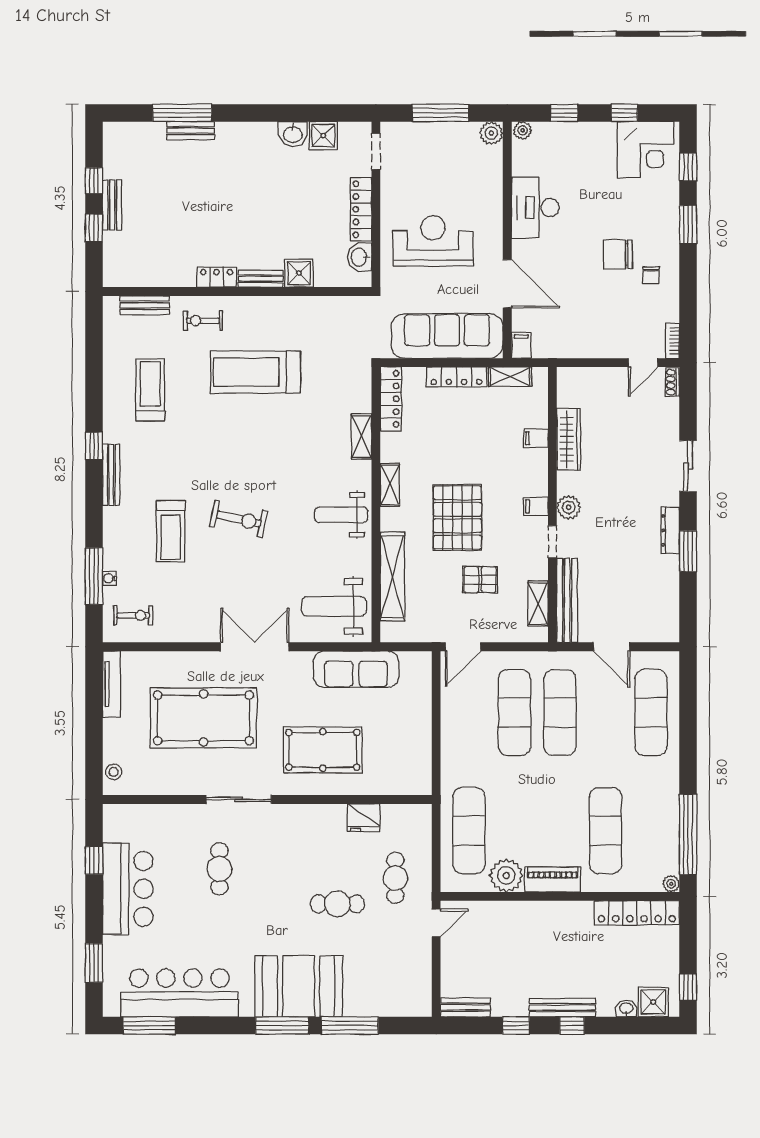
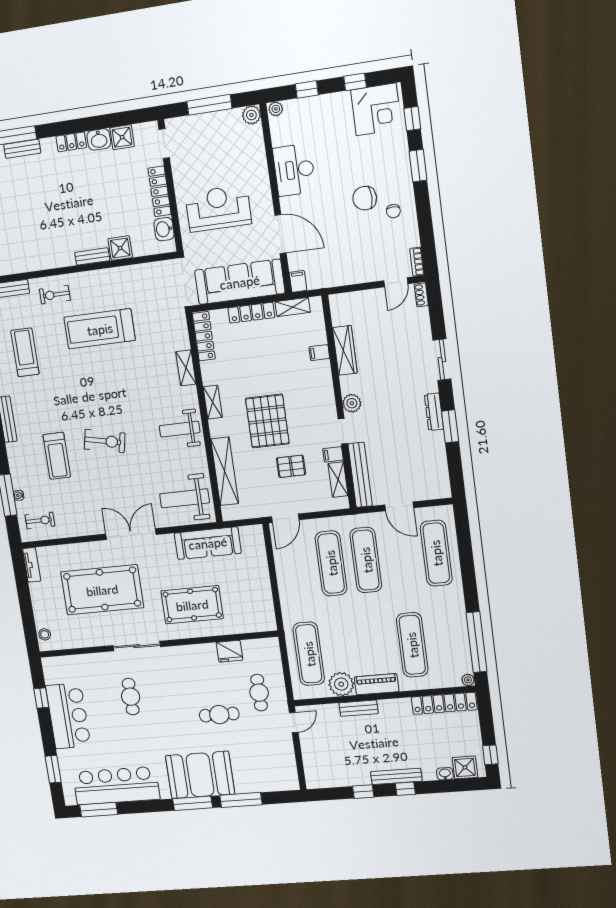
locker: (217, 277) -> (71, 142), moved, turned 180
filing cabinet: (536, 506) -> (333, 454), moved
tv unit: (112, 684) -> (32, 565), width x0.71
bench: (465, 1007) -> (359, 708), moved

